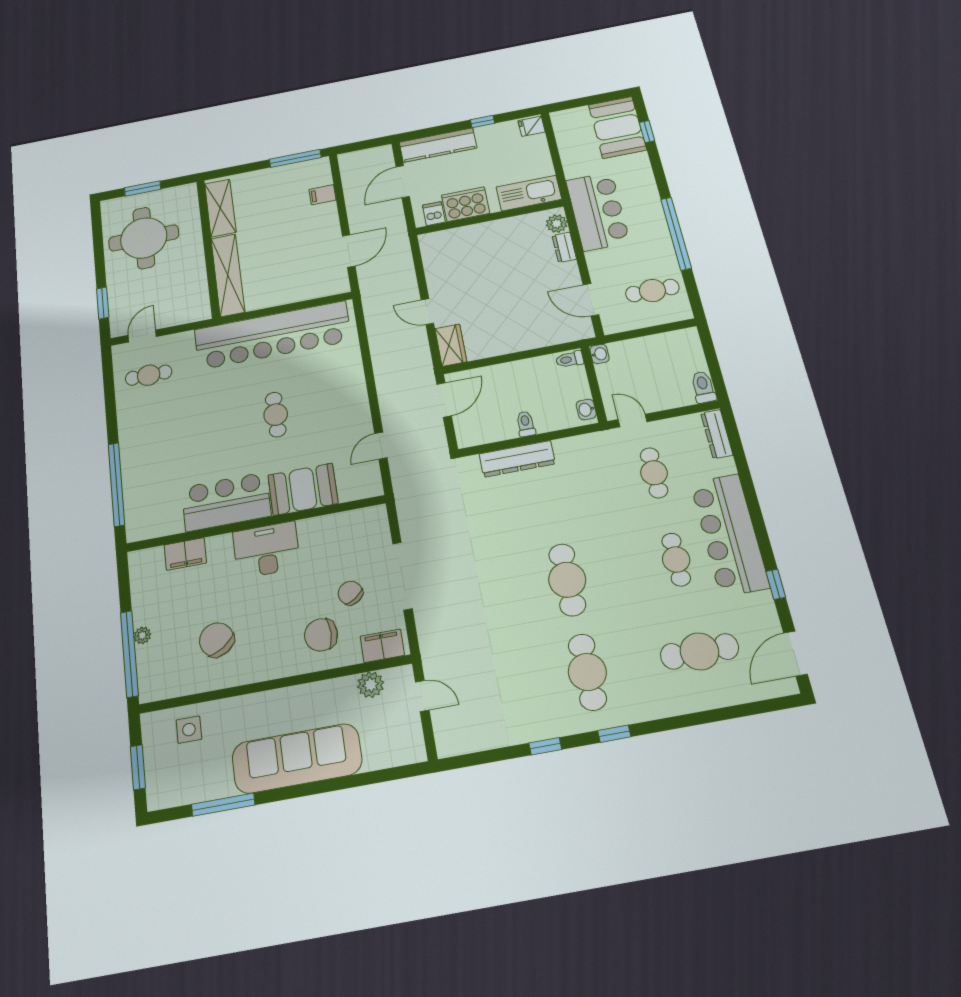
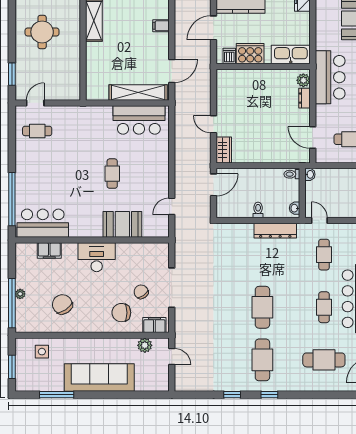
round table: (144, 238) -> (42, 32), width x0.73, depth x0.73
shelving: (228, 275) -> (138, 92), moved, turned 90
bar counter: (273, 335) -> (139, 120), width x0.54
dresser: (517, 459) -> (275, 231), moved
bar counter: (226, 502) -> (43, 223), moved

